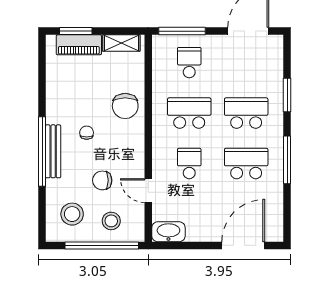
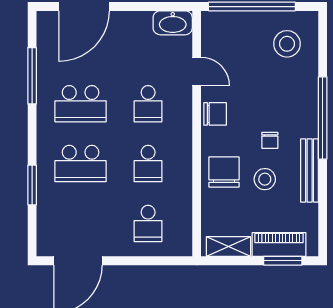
window: (182, 31) -> (157, 261), removed
school desk: (189, 113) -> (148, 164), width x0.54
bench: (53, 151) -> (310, 170), moved
window: (287, 160) -> (32, 76), moved
chair: (102, 180) -> (215, 114), moved
stool: (111, 221) -> (265, 179), moved

